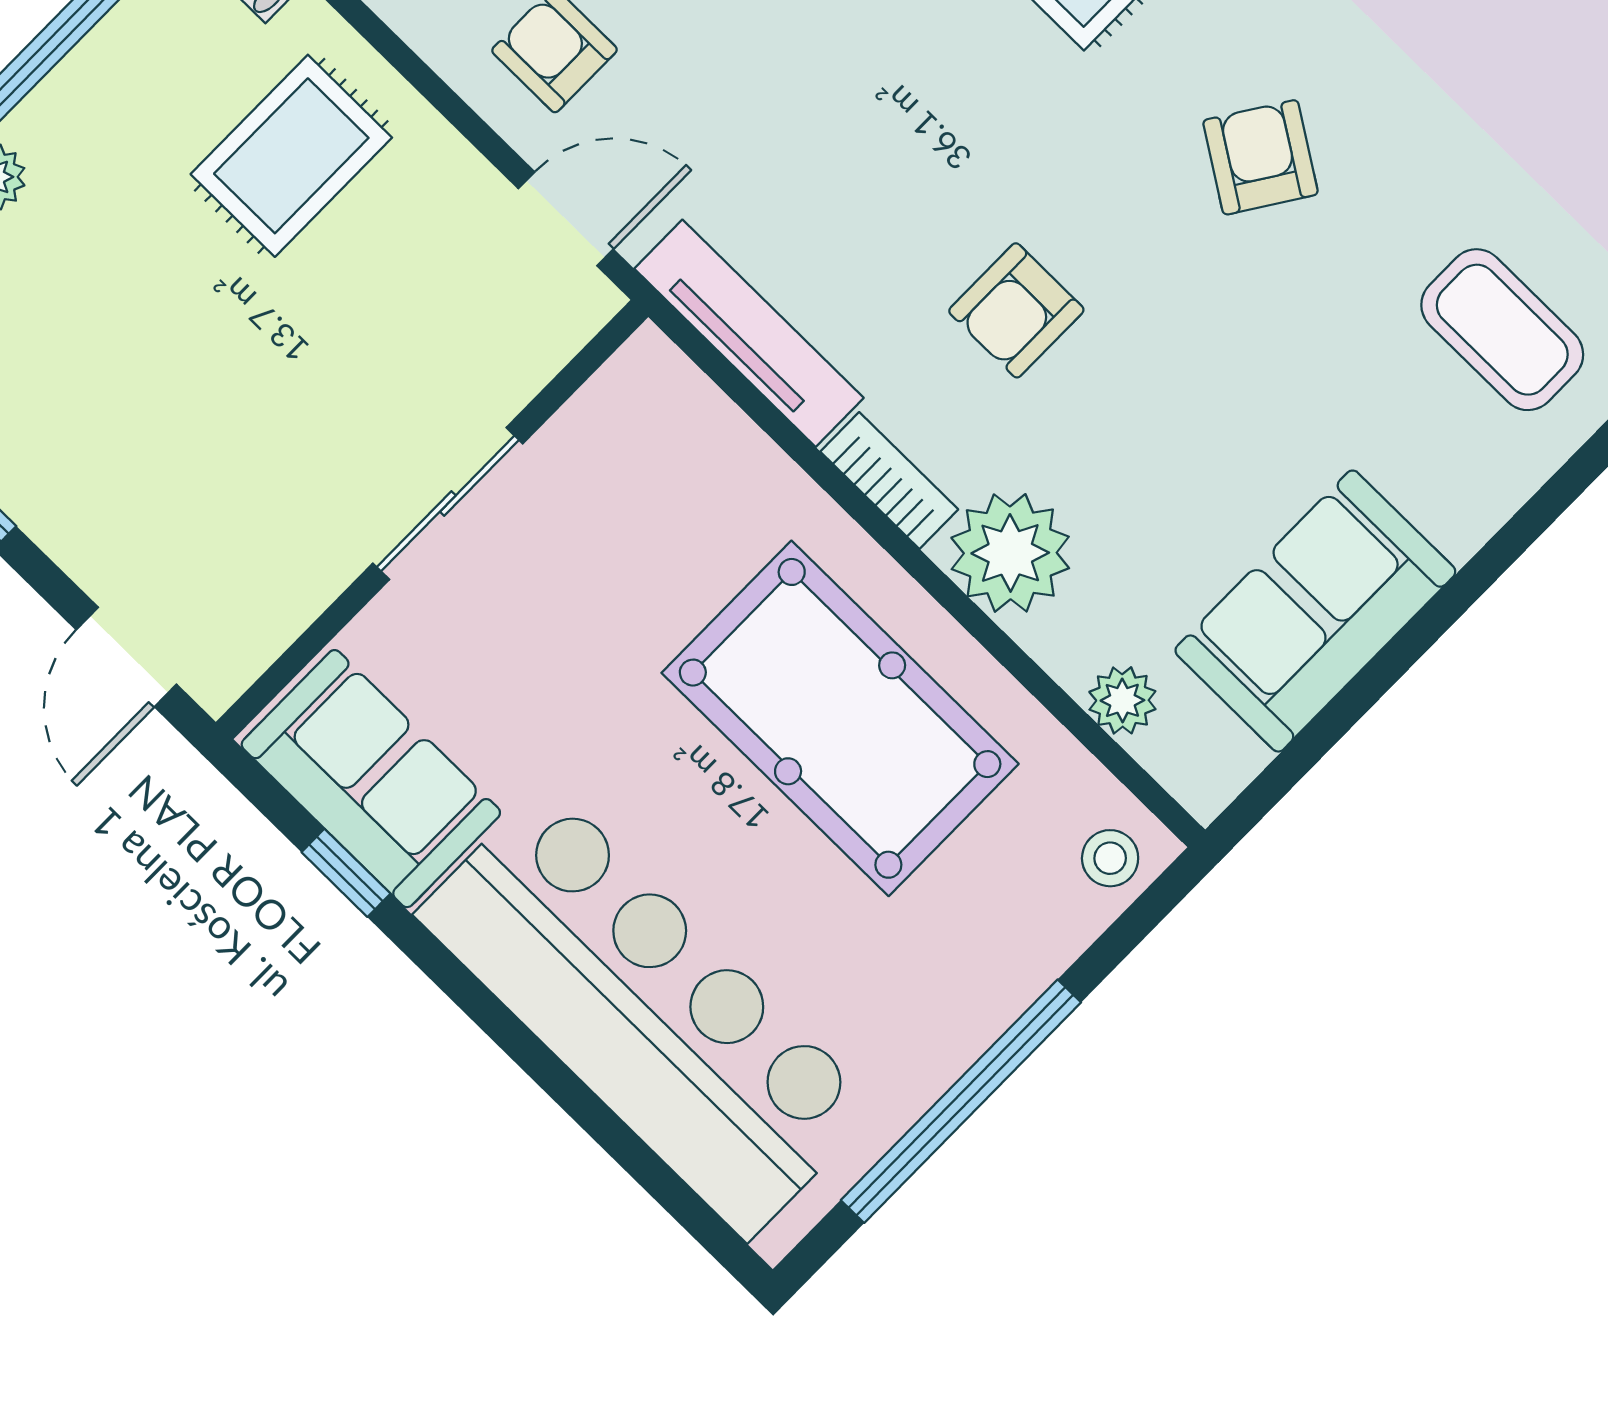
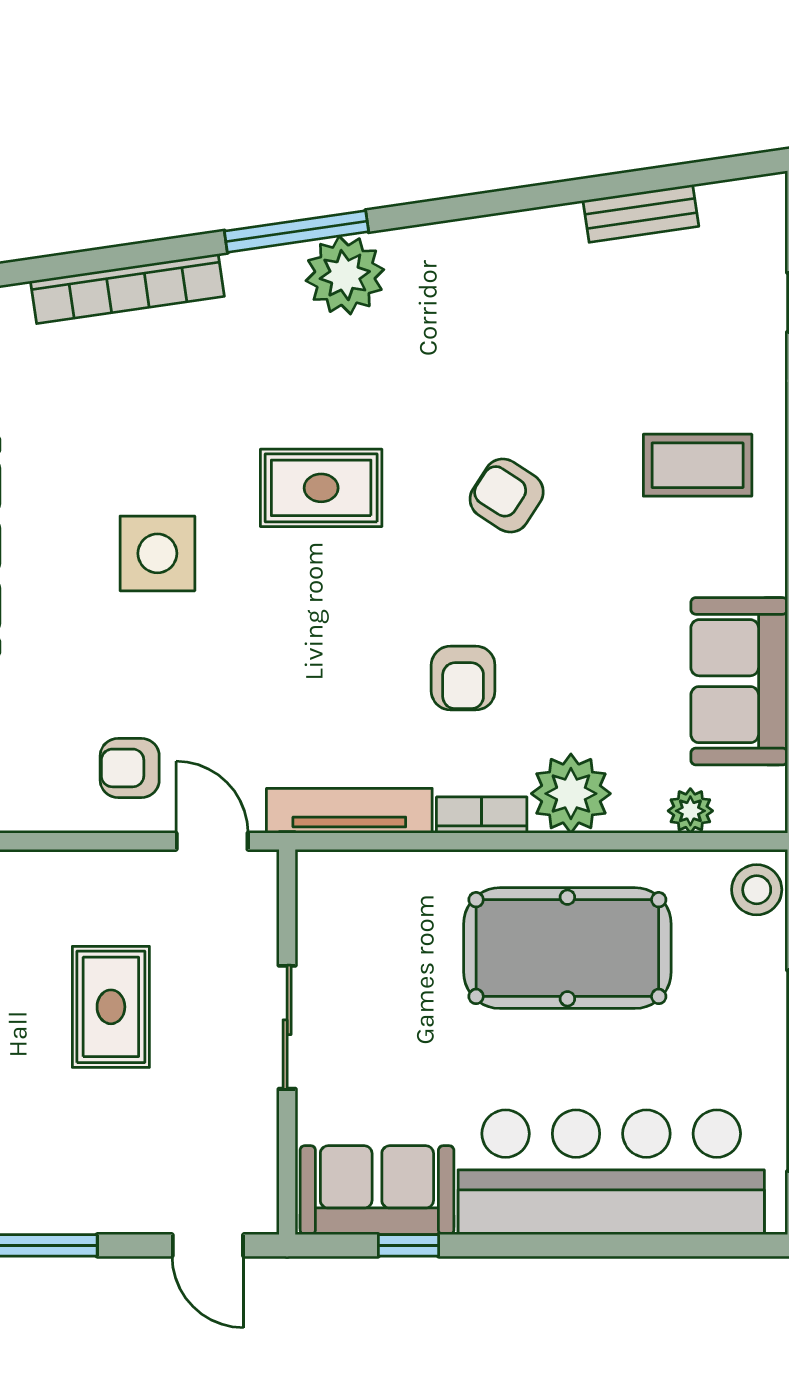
rug: (291, 156) -> (111, 1007), moved
door: (566, 219) -> (212, 841), hinge flipped
stool: (1110, 858) -> (757, 890), width x1.37, depth x1.37

